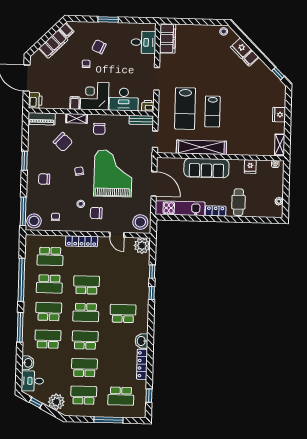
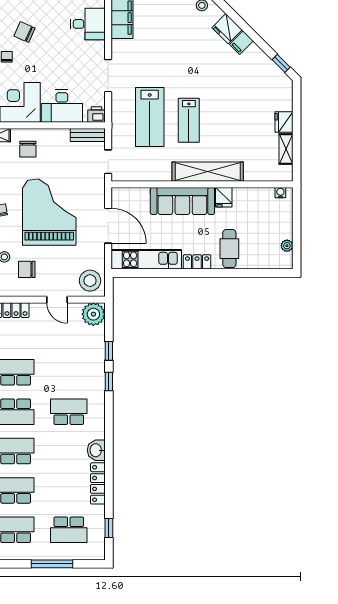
shelving: (280, 145) -> (286, 149), moved
shelving: (201, 147) -> (208, 172), moved
fridge: (250, 167) -> (224, 197), moved

